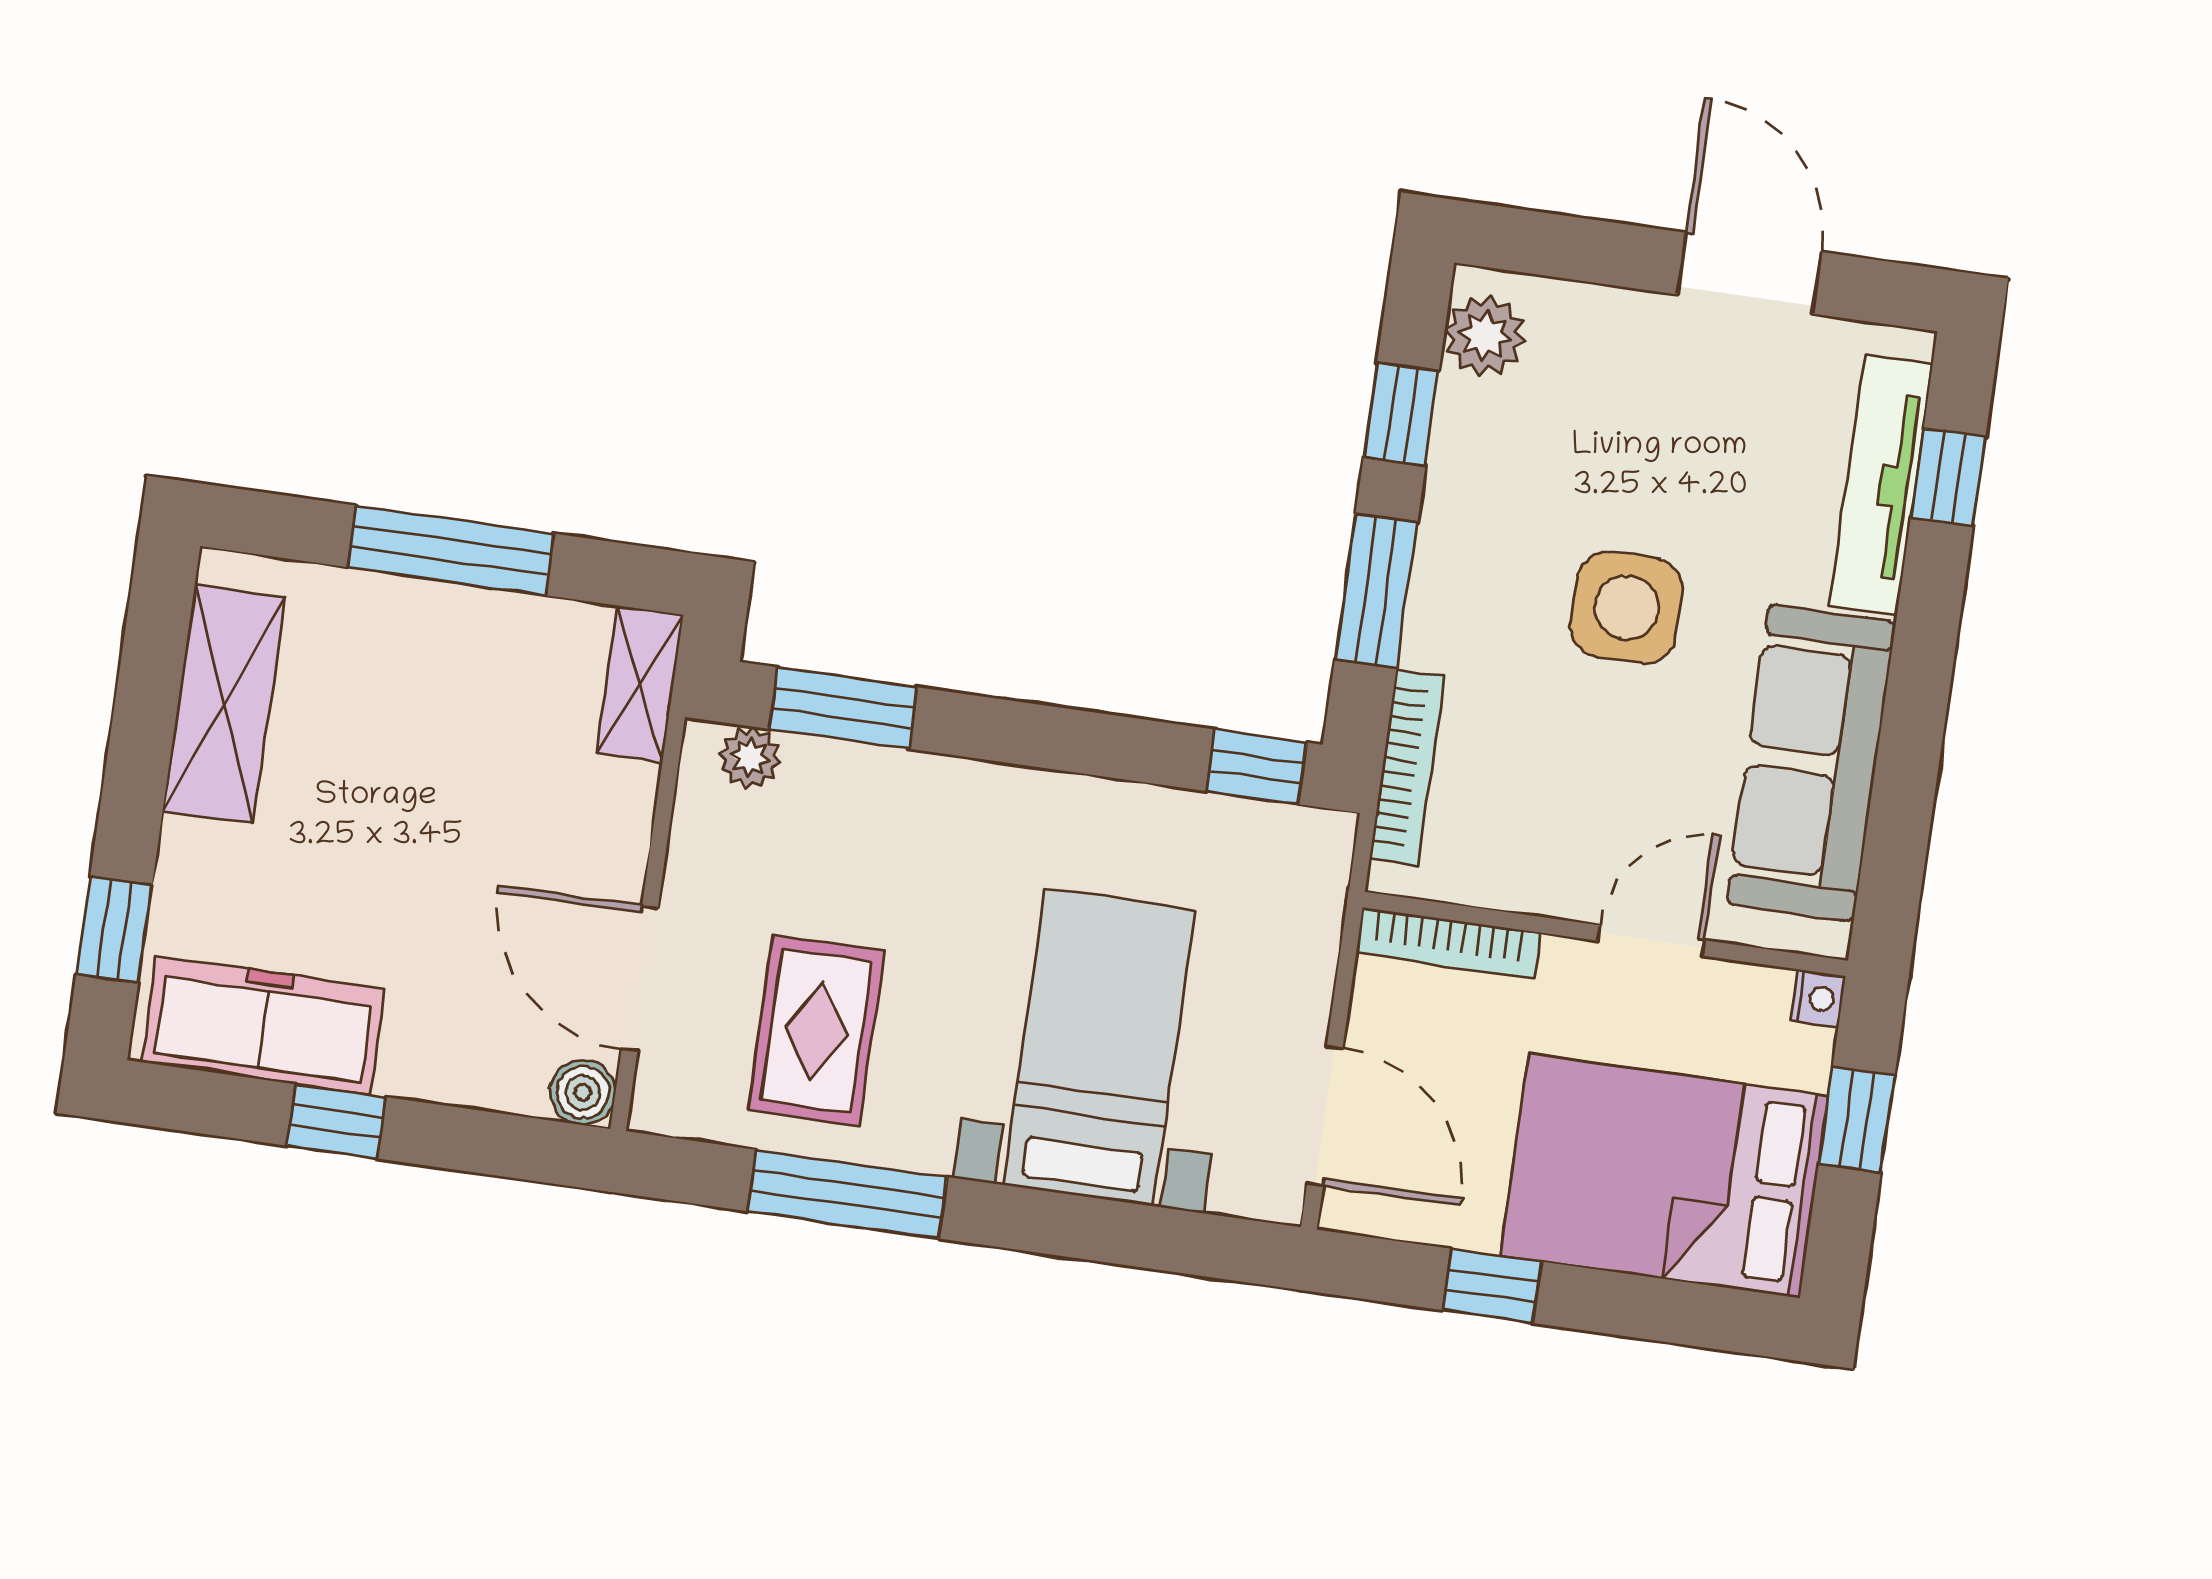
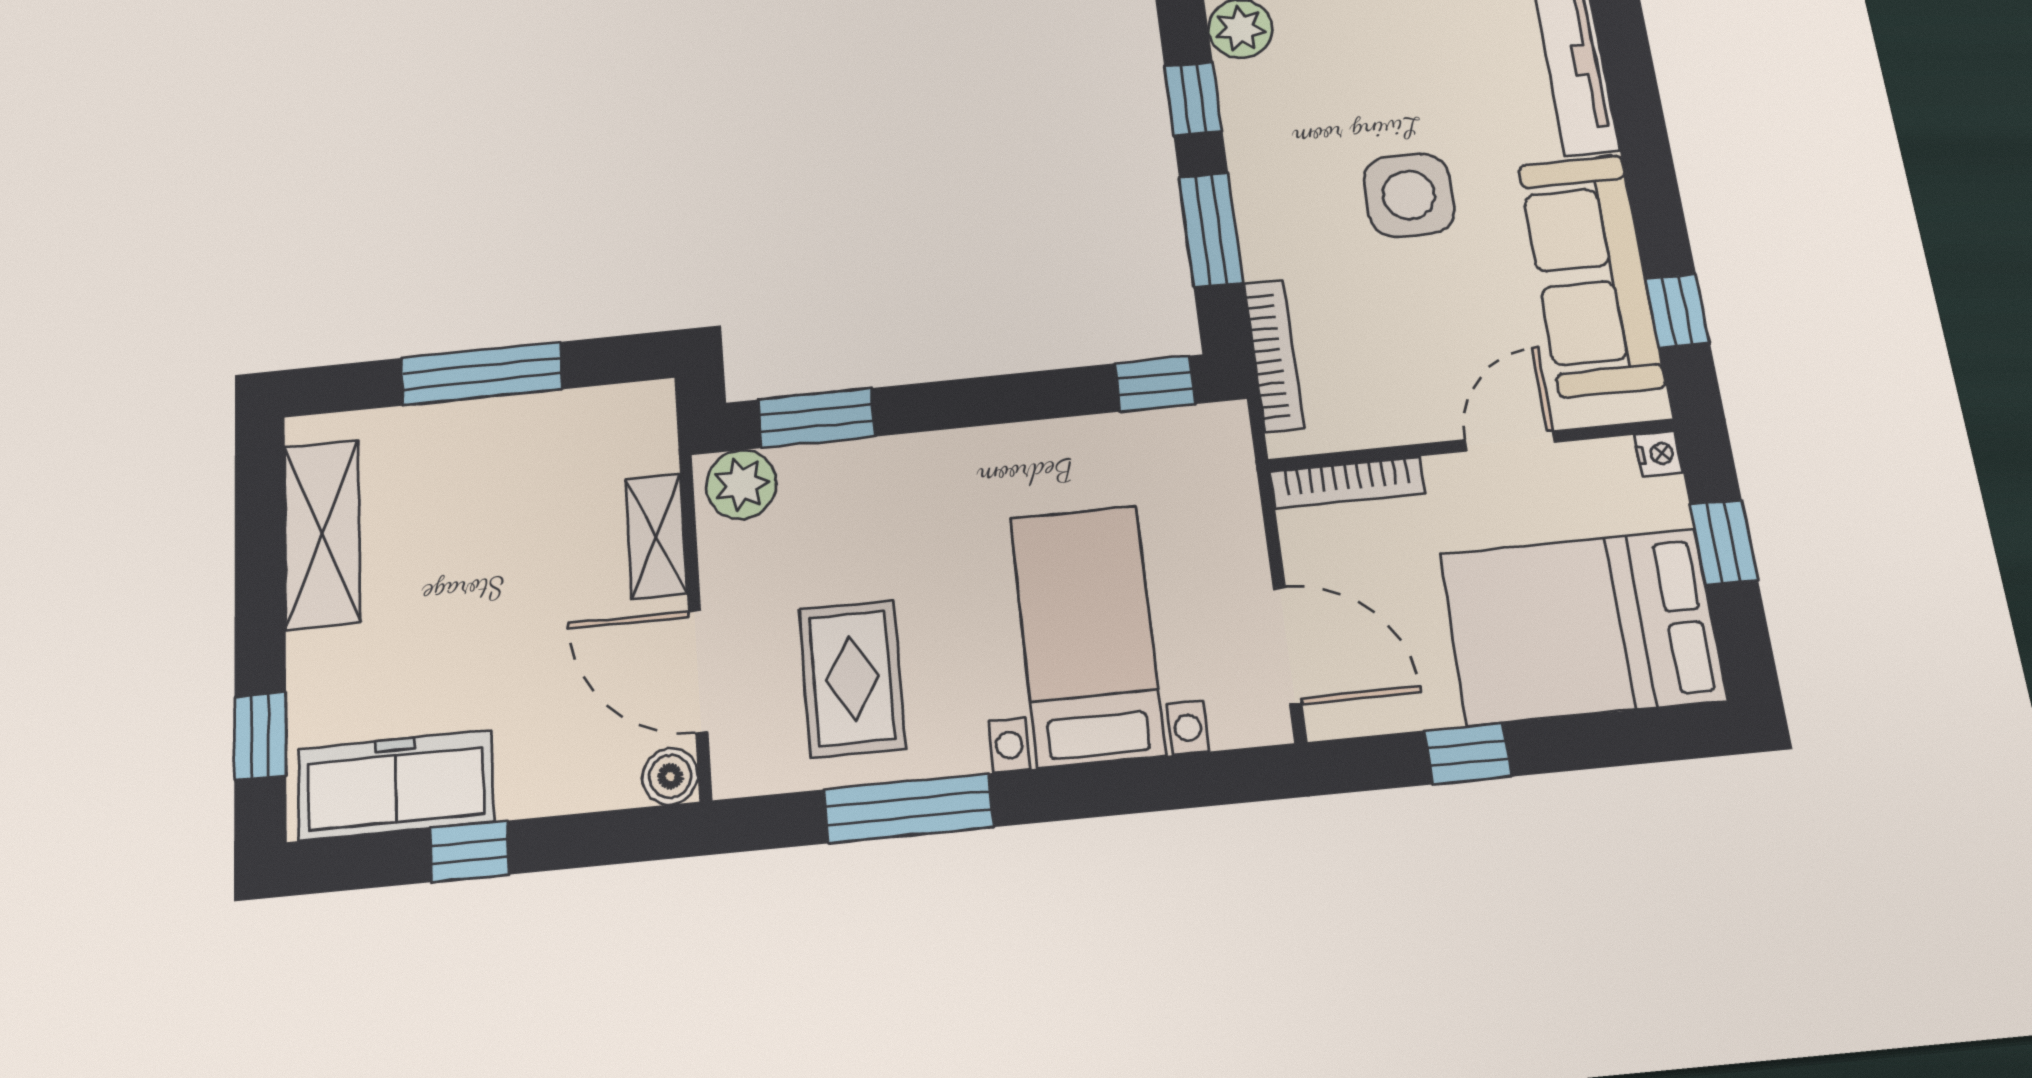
window: (1948, 477) -> (1677, 311), moved
shelving: (640, 684) -> (656, 536), moved
plant: (750, 758) -> (741, 484), width x1.38, depth x1.38

